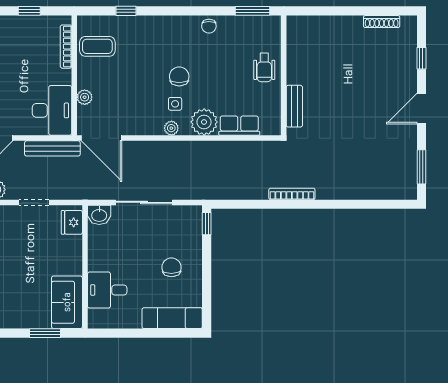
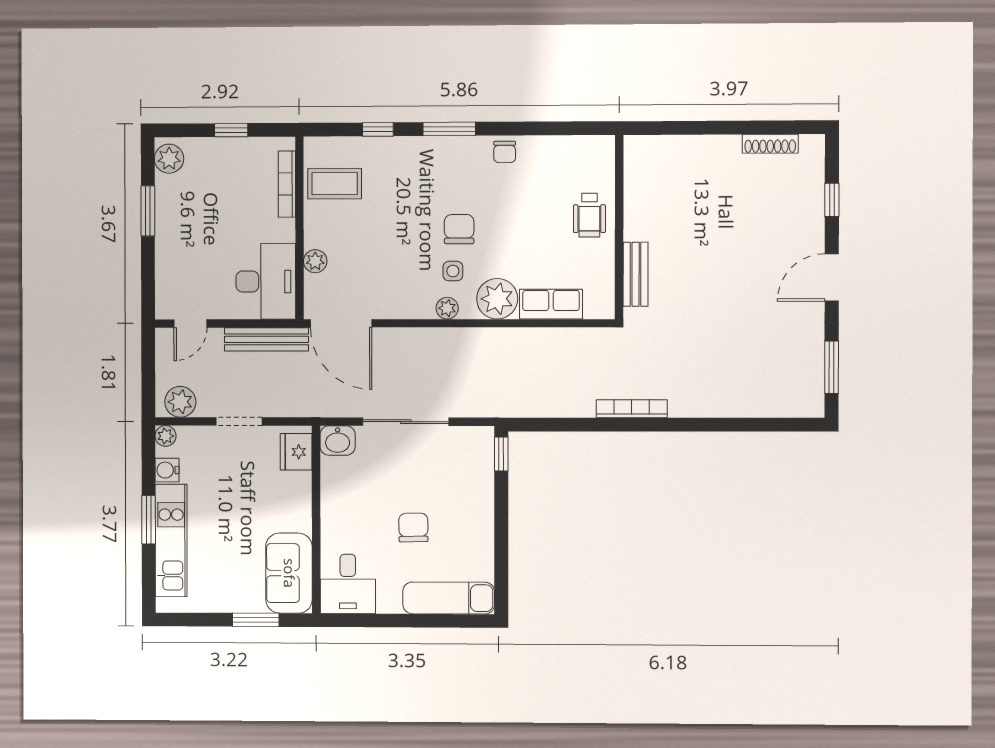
window: (253, 11) -> (449, 129), moved
chair: (172, 267) -> (413, 527), moved
desk: (107, 290) -> (348, 584), moved, turned -90

